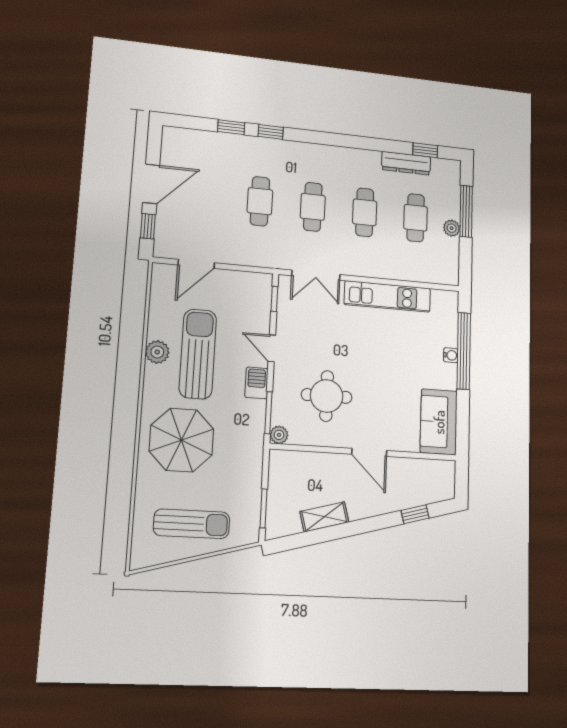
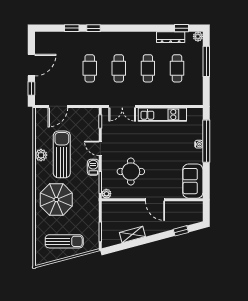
plant: (452, 228) -> (198, 36), moved

